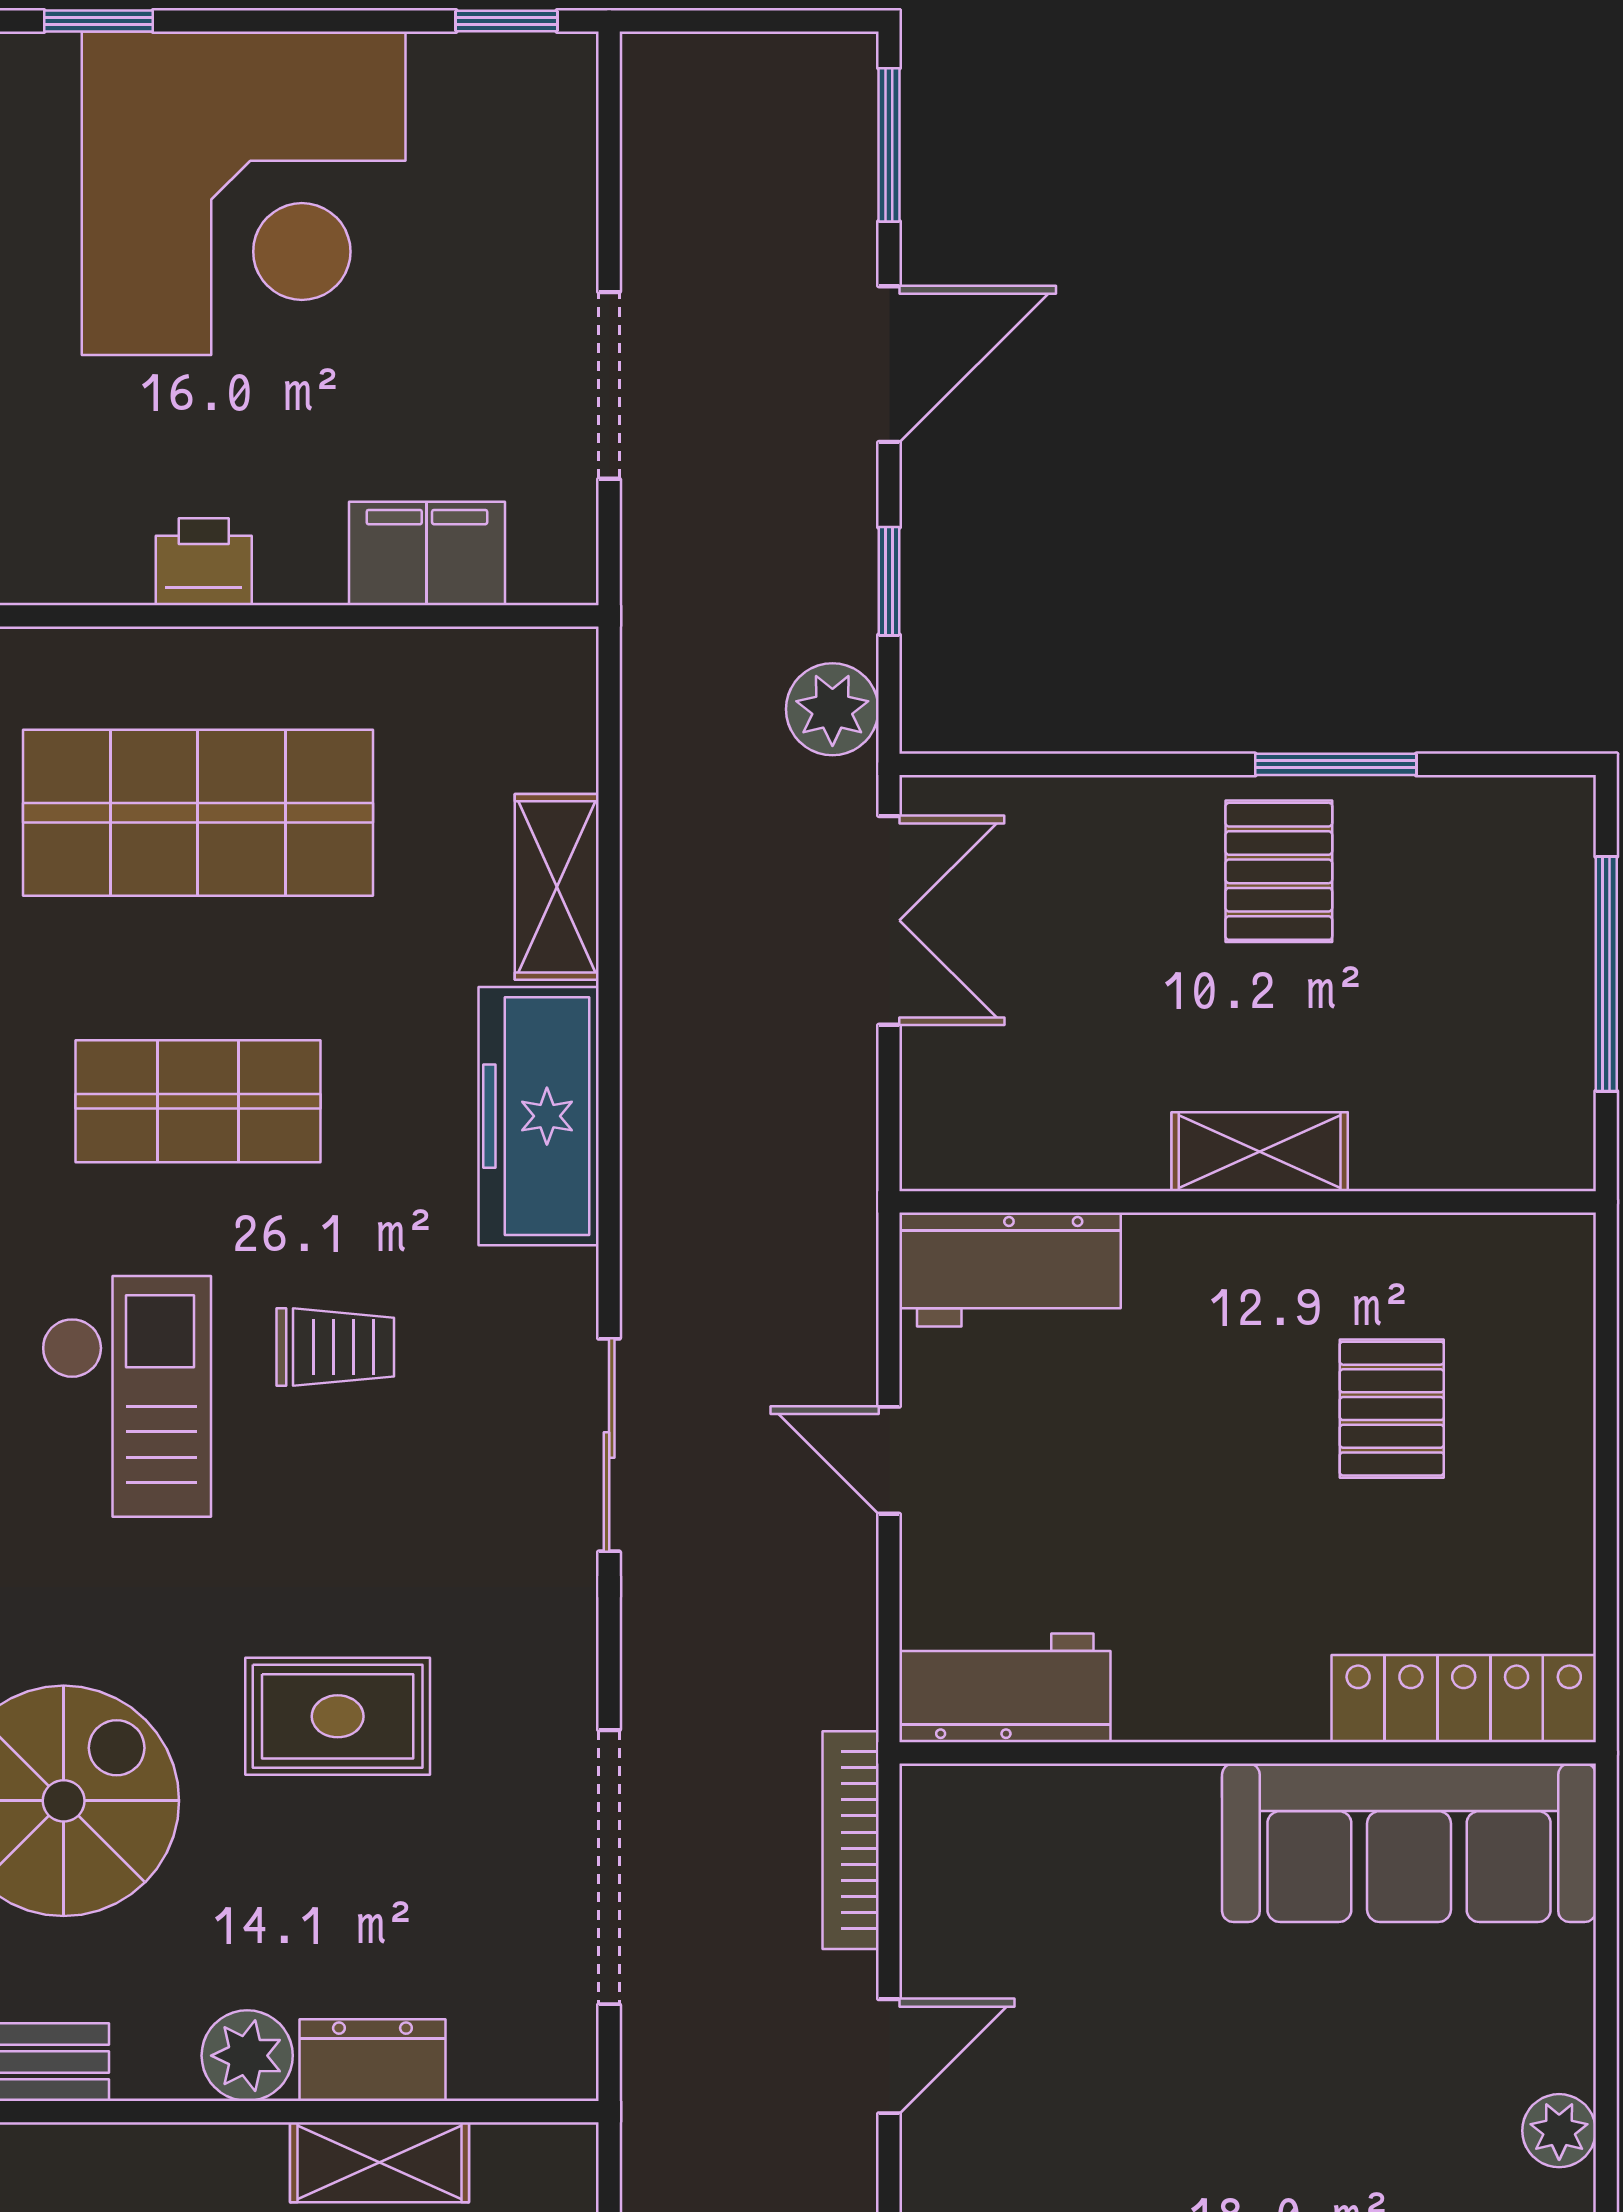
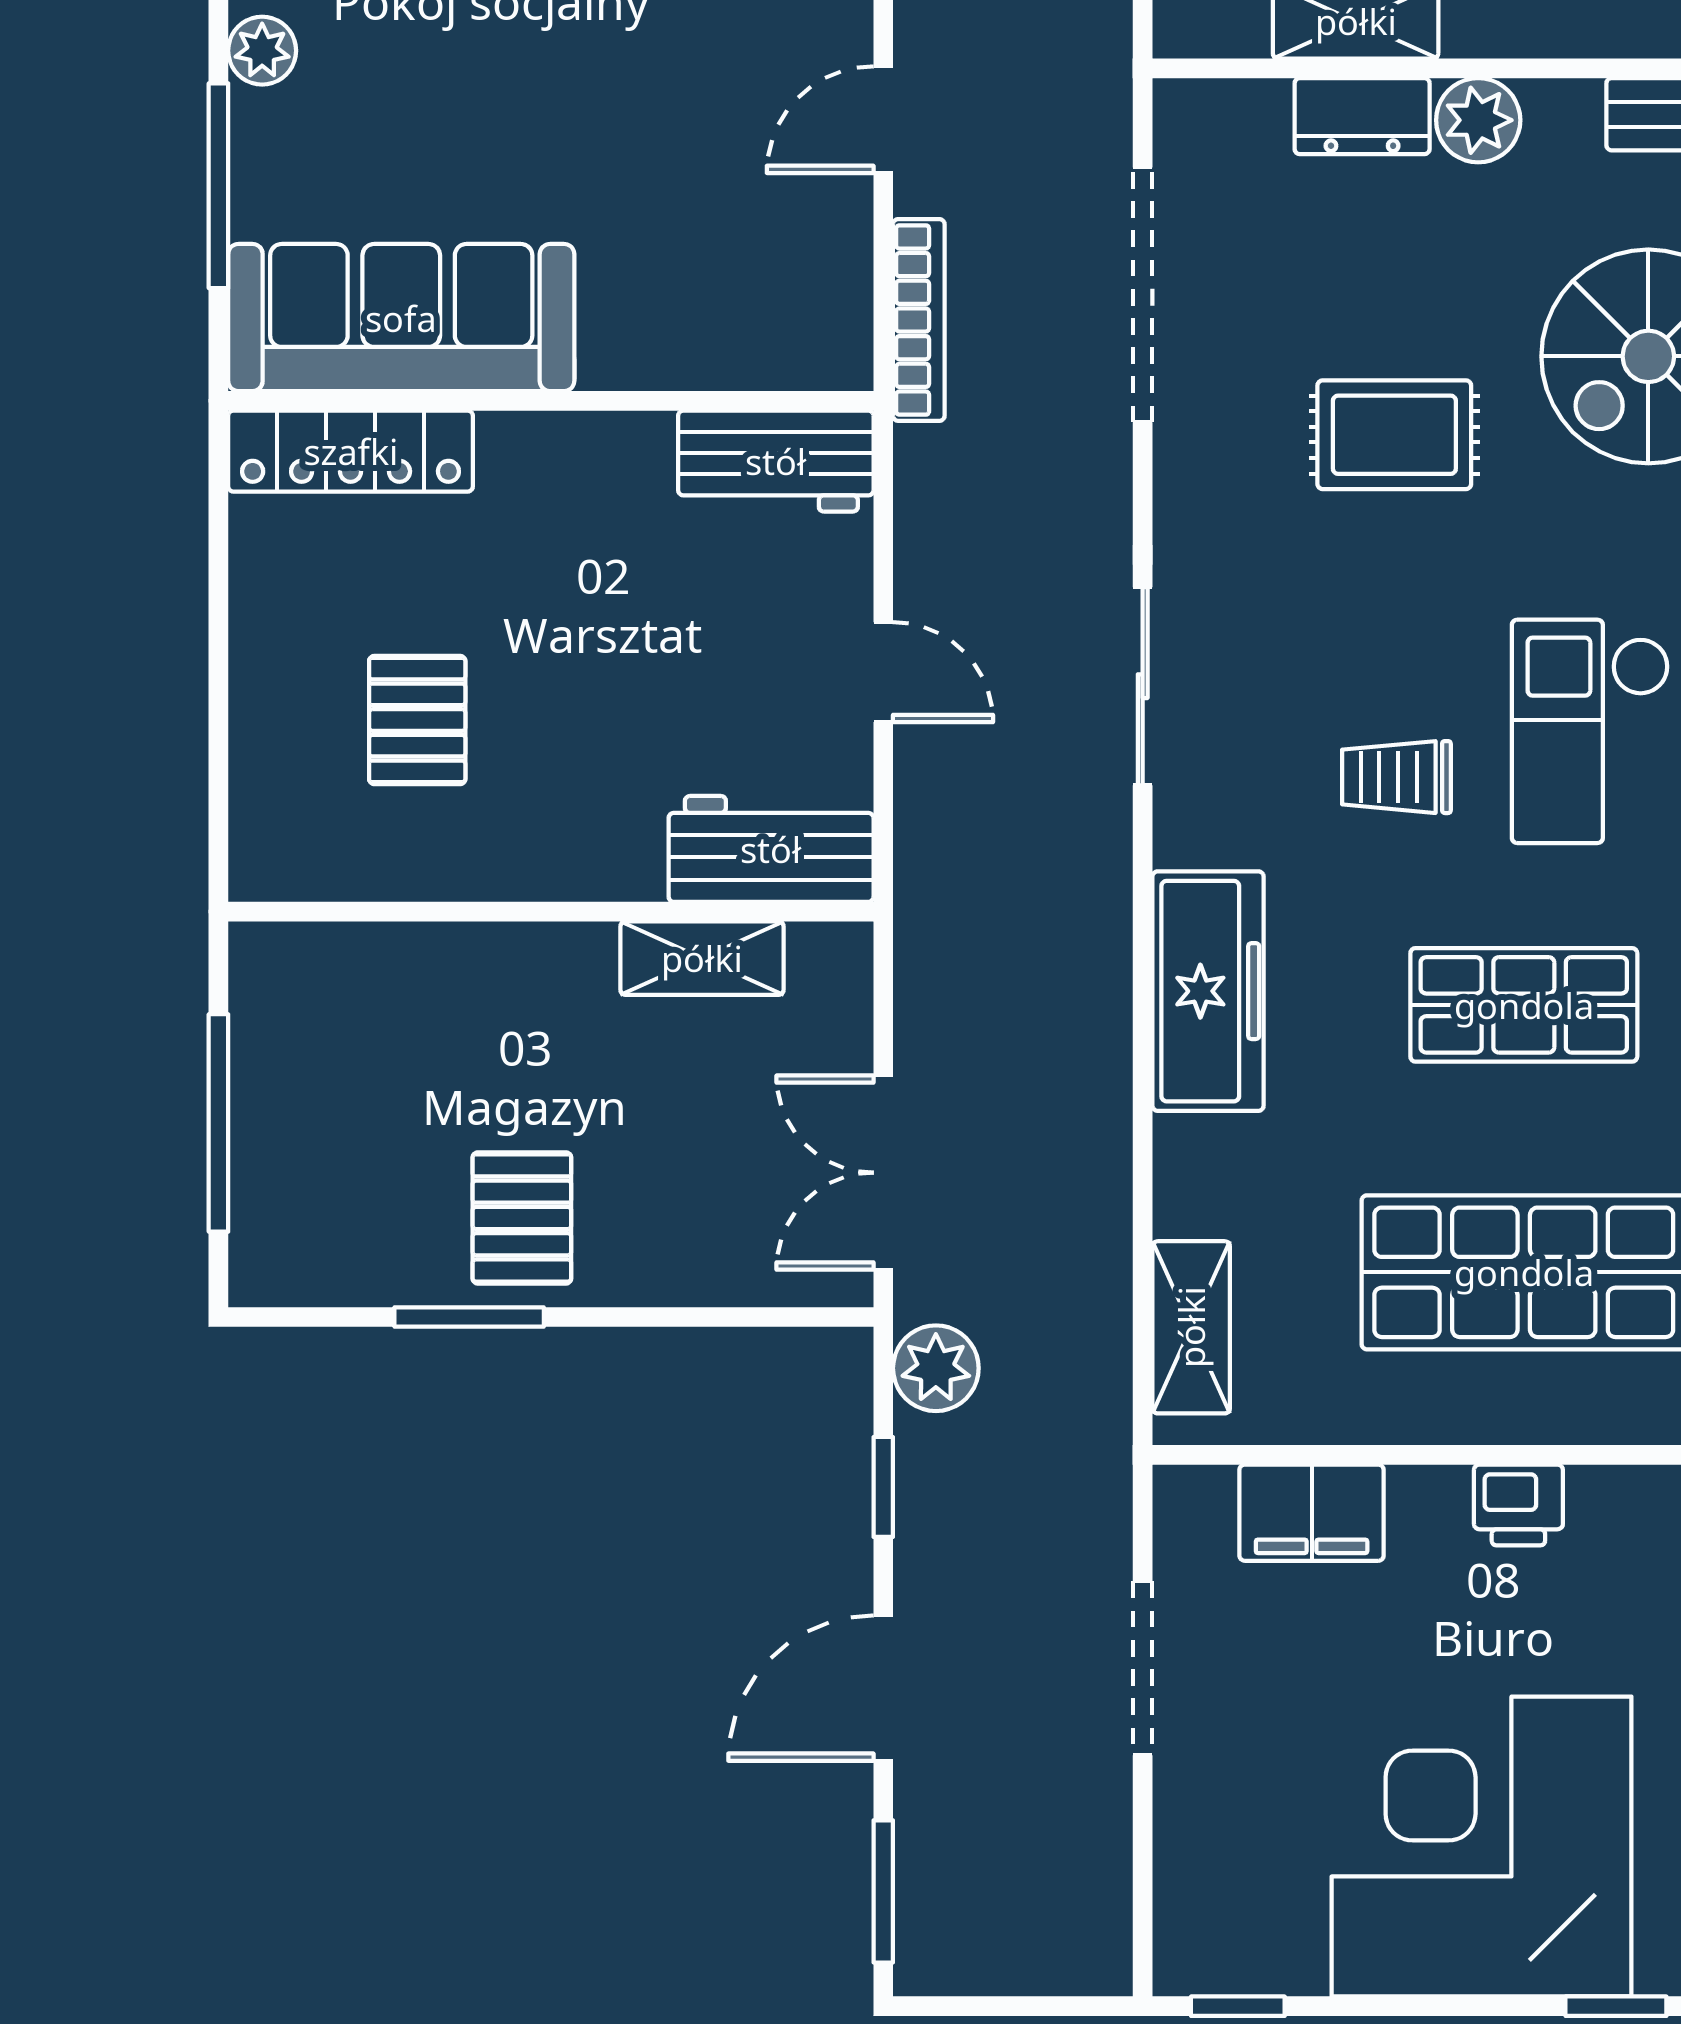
shelving: (557, 887) -> (1191, 1327), moved
shelving: (1260, 1152) -> (702, 958), moved
window: (1606, 1985) -> (218, 186), added

